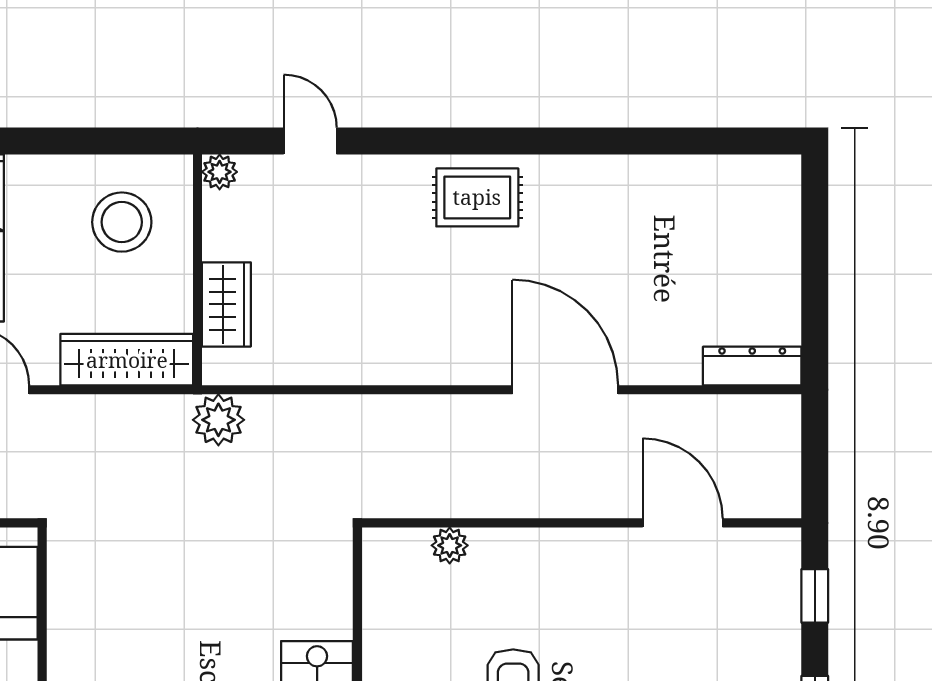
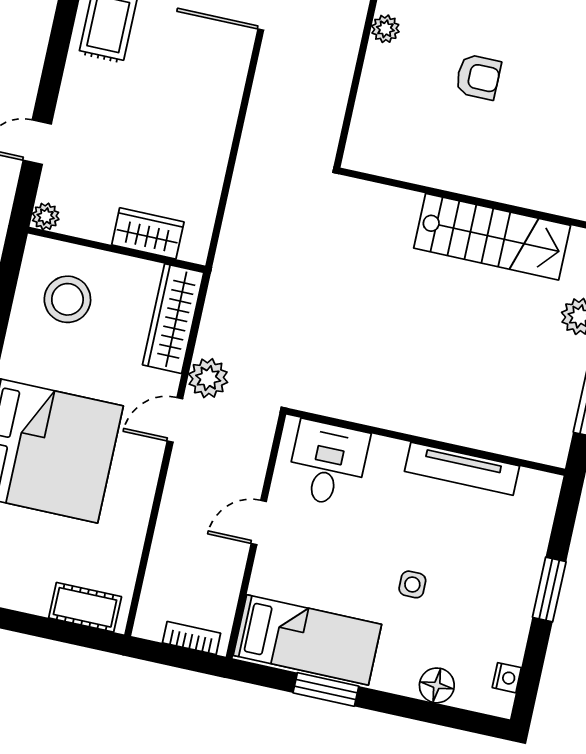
plant: (218, 420) -> (208, 378), moved
plant: (450, 545) -> (385, 29), moved

